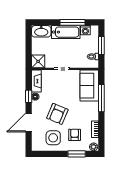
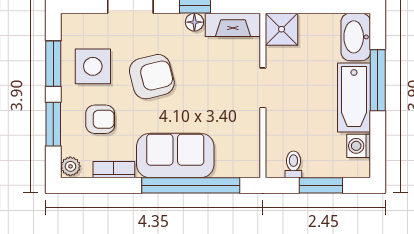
window: (73, 22) -> (378, 80), moved
sofa: (89, 86) -> (175, 155), moved
window: (101, 98) -> (191, 185), width x1.46
armchair: (57, 114) -> (152, 77), turned 143
window: (52, 154) -> (53, 64), added

